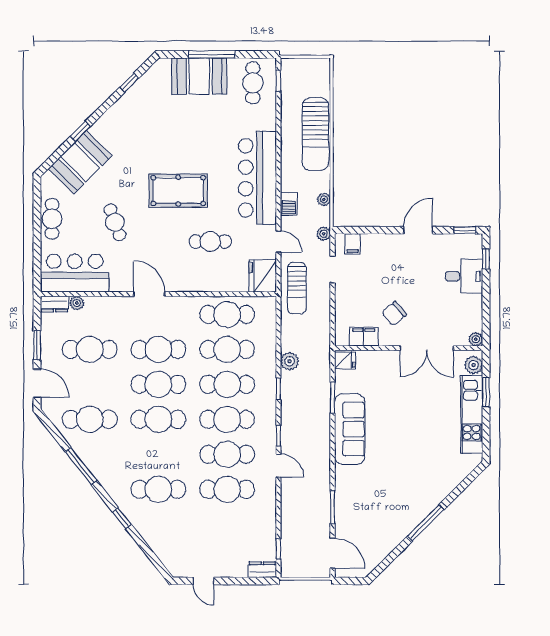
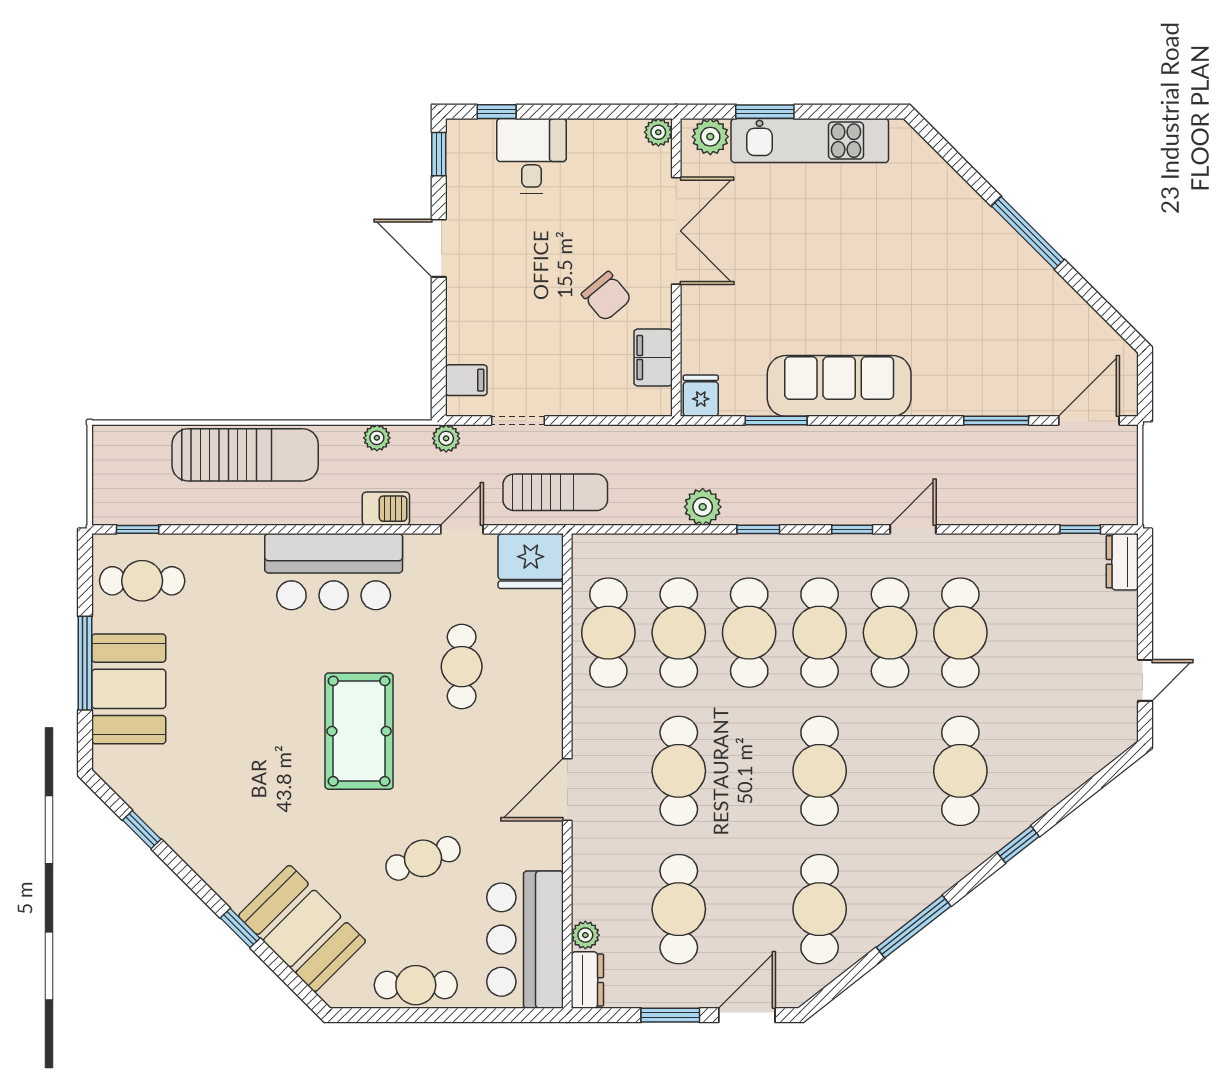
bar counter: (257, 178) -> (334, 572), width x0.73
cafe table: (158, 384) -> (749, 771), removed

